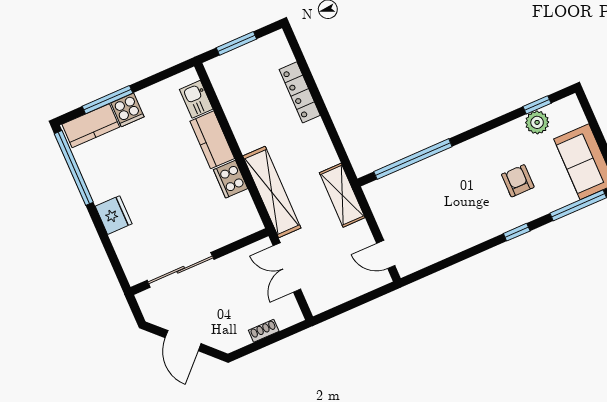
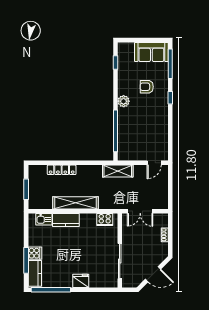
plant: (537, 122) -> (124, 101), moved
cooker: (231, 179) -> (105, 219), moved
shelving: (272, 192) -> (75, 203), moved

